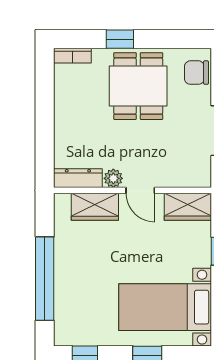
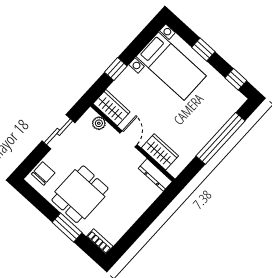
window: (120, 39) -> (67, 227), width x1.50
chair: (197, 73) -> (43, 174), turned -90
plant: (113, 178) -> (99, 123), moved

